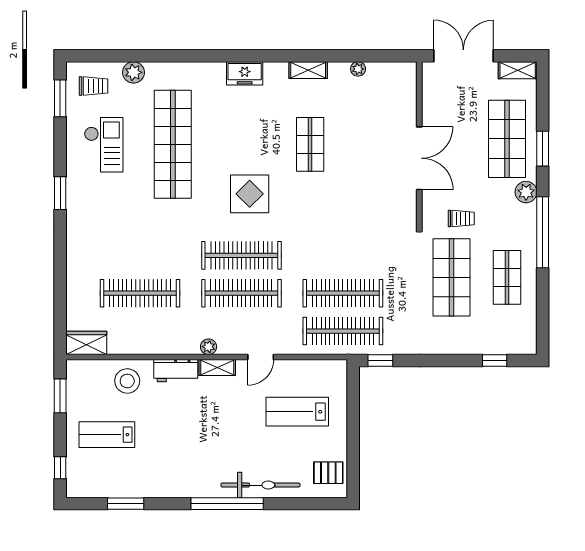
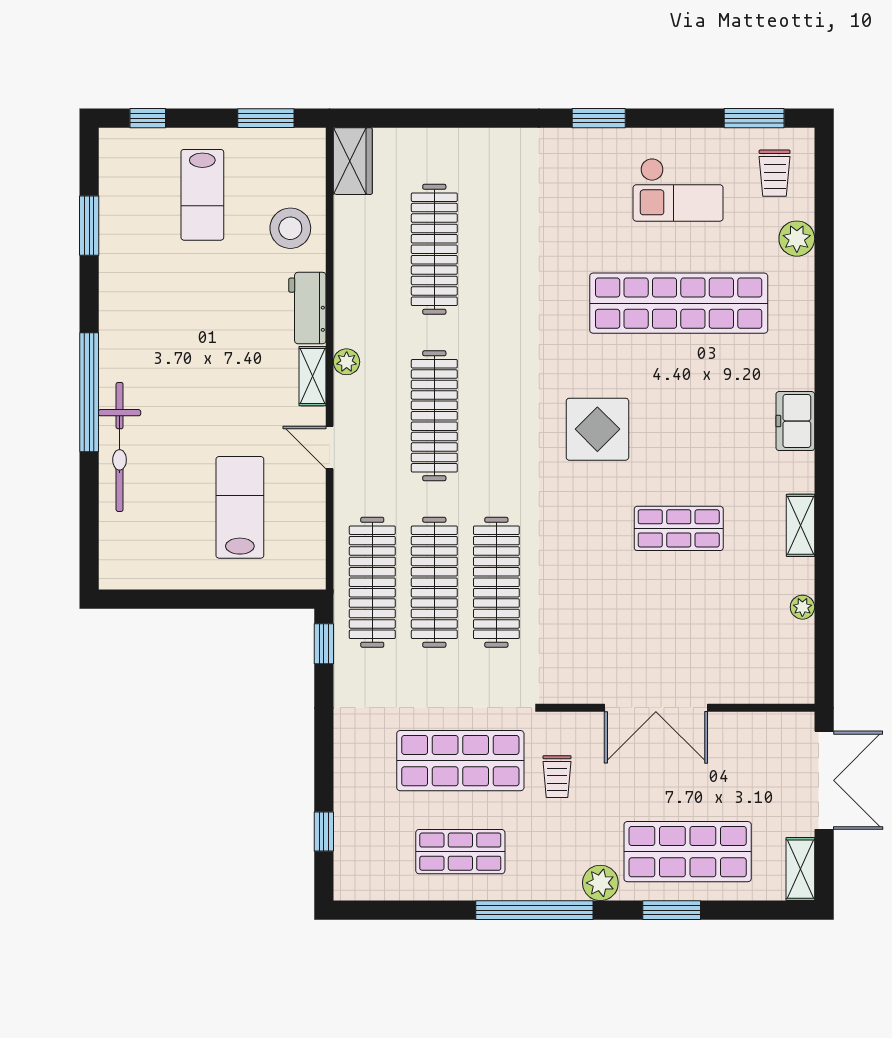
clothes rail: (241, 255) -> (496, 582), moved
lab bench: (107, 435) -> (202, 195), turned 180
pallet: (328, 473) -> (140, 558), removed

